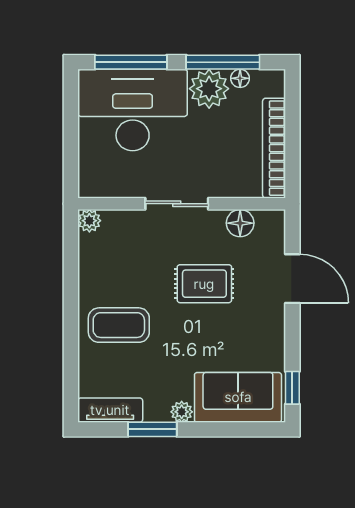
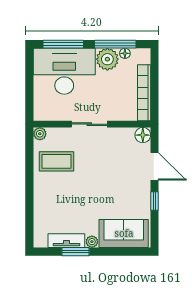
floor lamp: (240, 223) -> (143, 135), moved
rug: (204, 284) -> (105, 169), removed
coffee table: (119, 325) -> (56, 161), moved
window: (292, 388) -> (154, 201), moved
tv unit: (110, 410) -> (66, 241), moved

